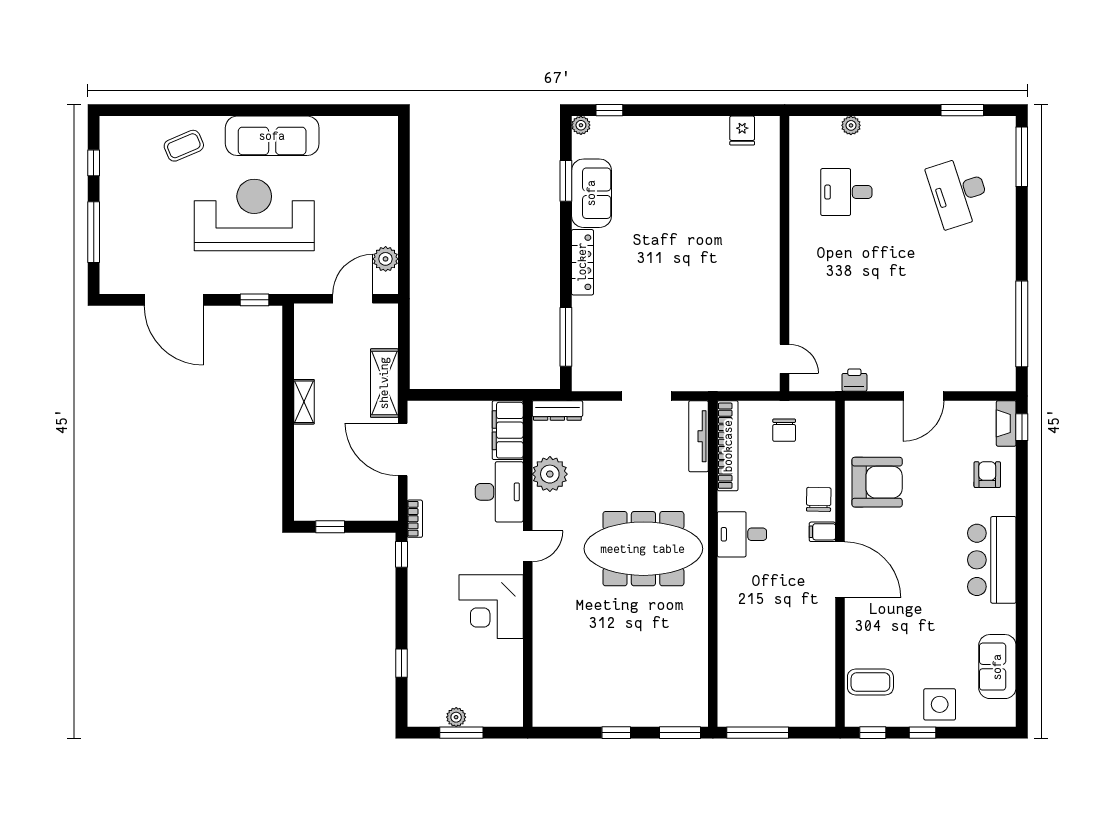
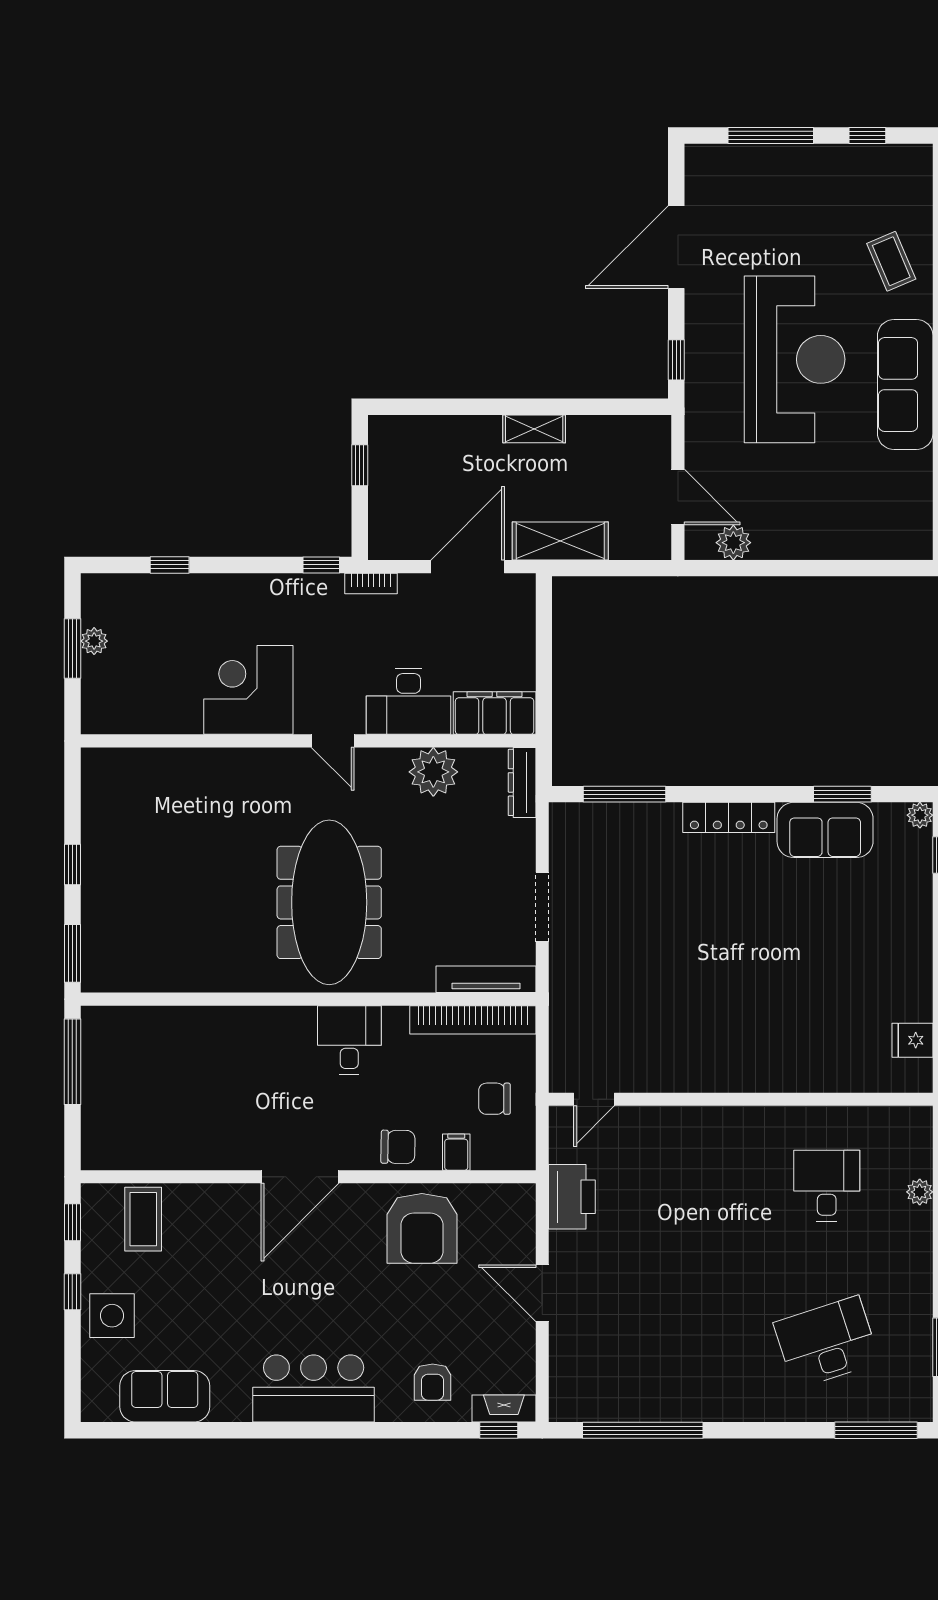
printer: (854, 380) -> (572, 1197), width x1.87, depth x1.48
armchair: (987, 475) -> (433, 1382), turned 90
filing cabinet: (822, 532) -> (456, 1152), moved

